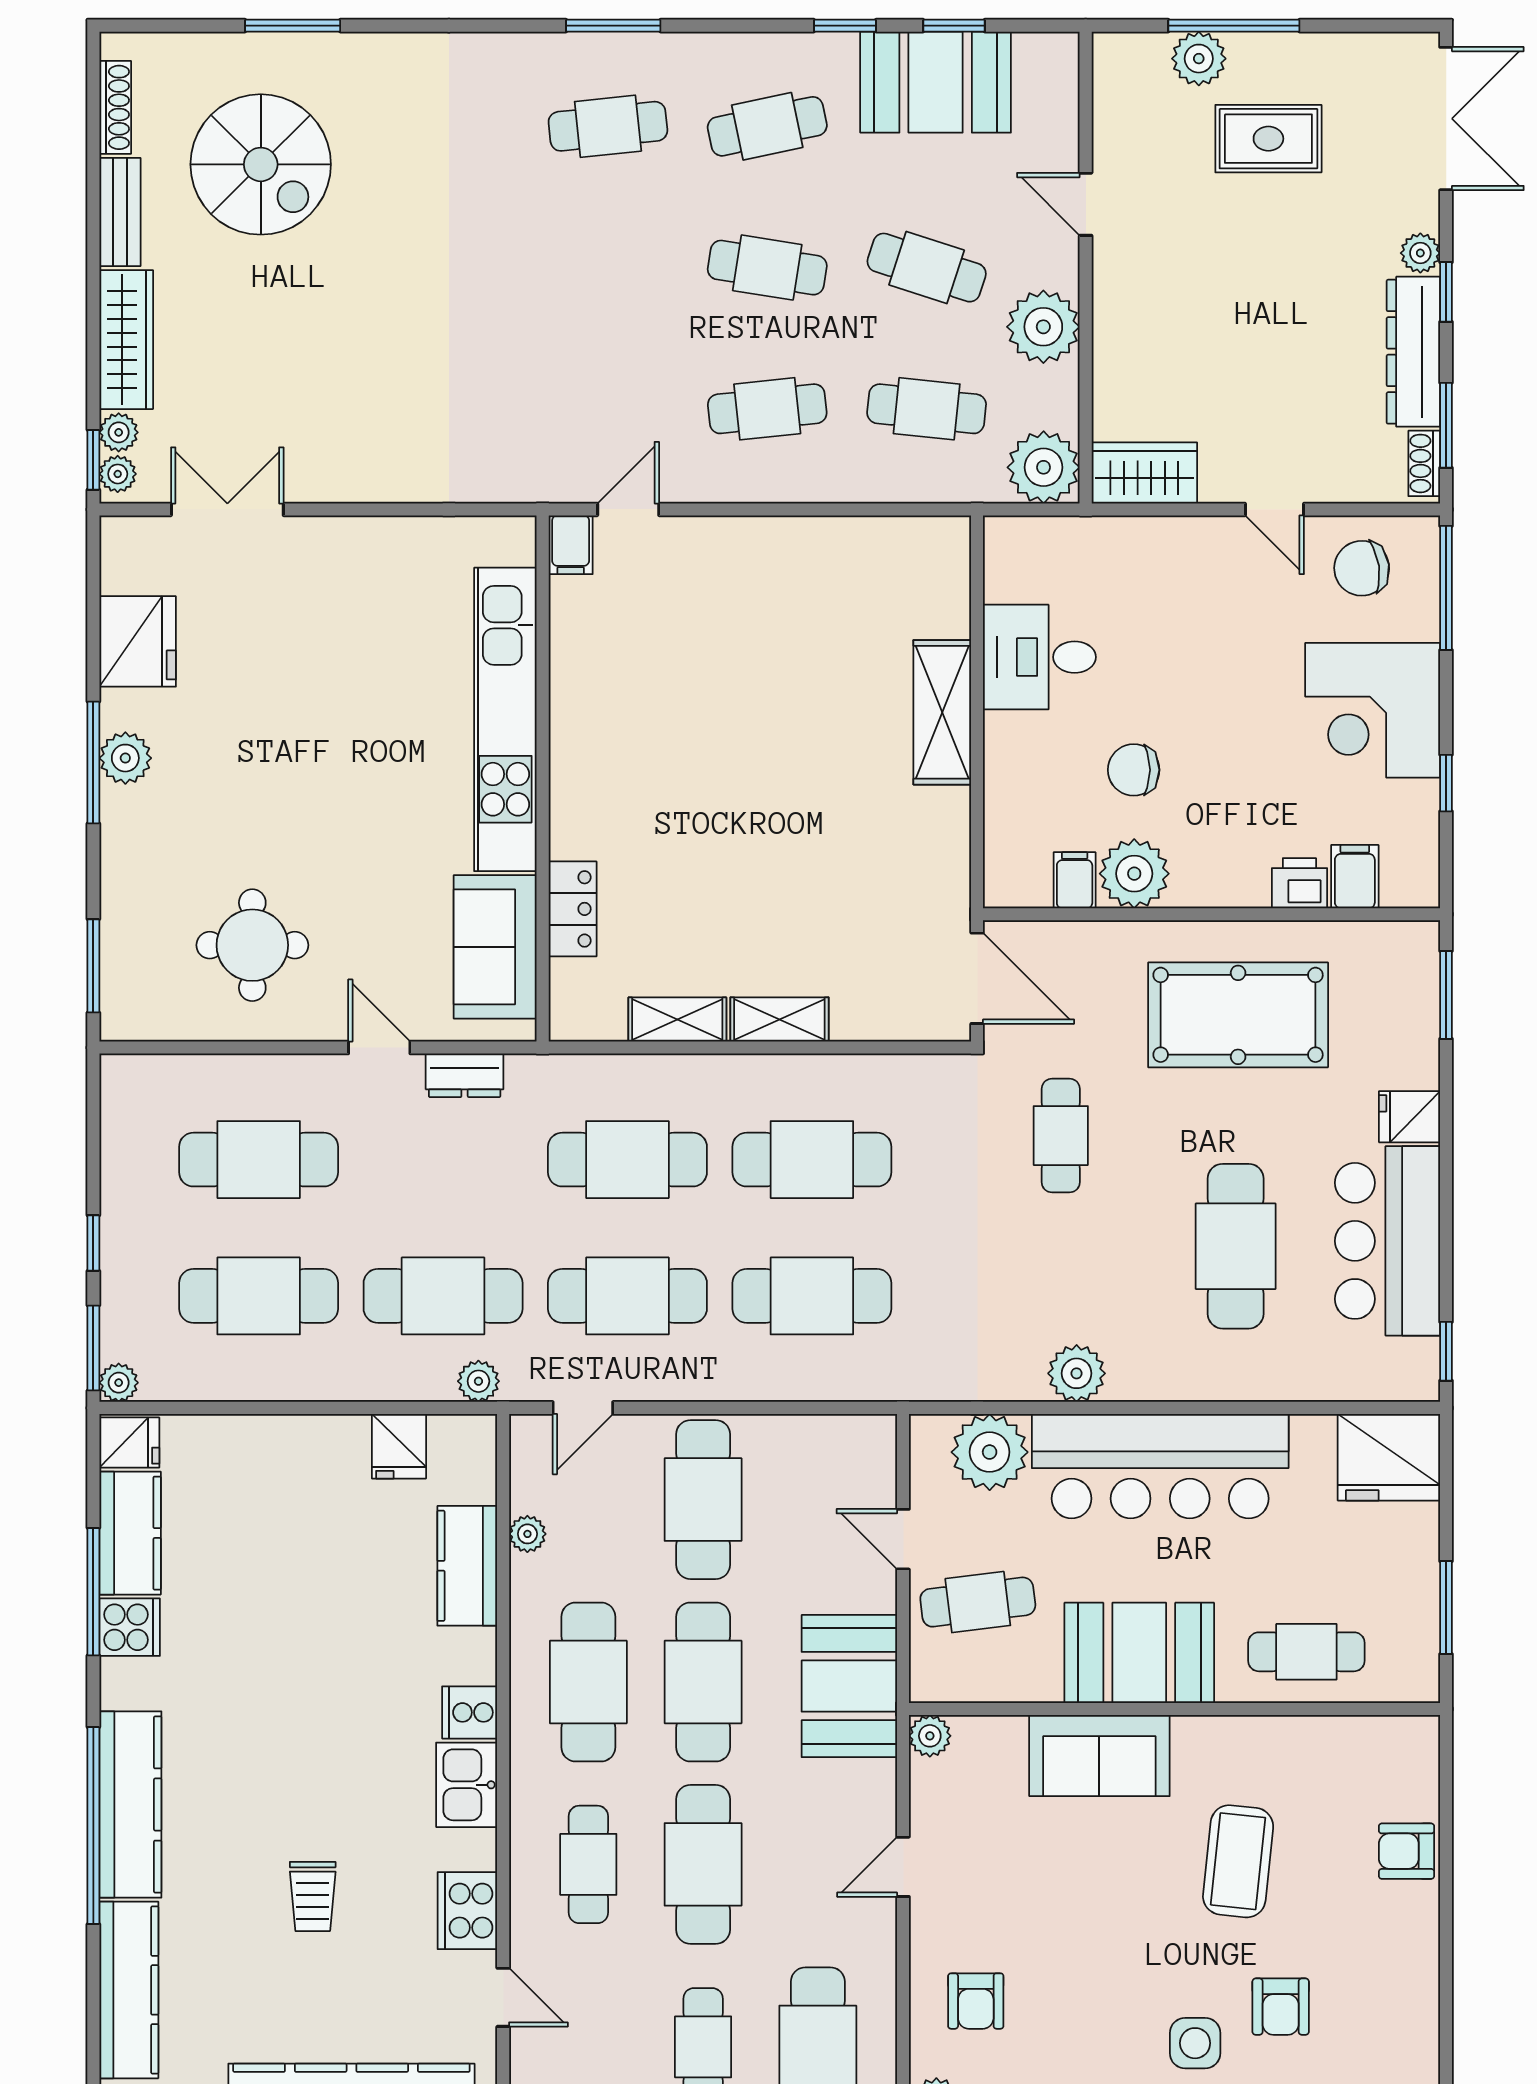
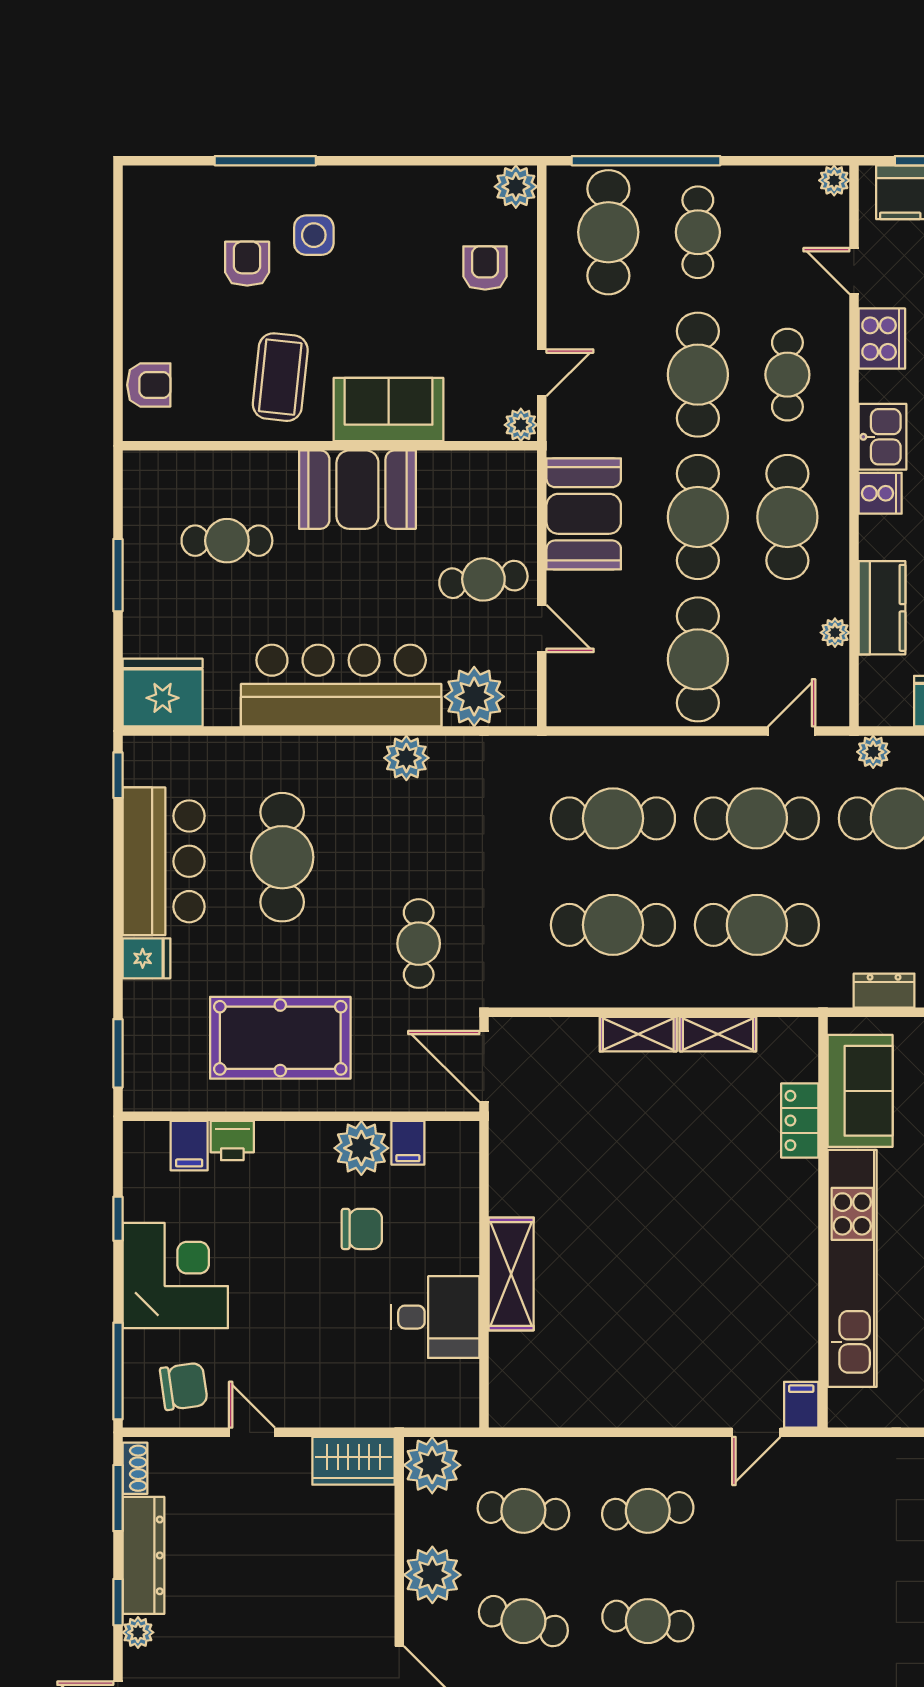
booth: (1139, 1653) -> (357, 490), moved
wall: (1175, 1709) -> (330, 446), moved
plant: (930, 1736) -> (521, 425), moved
sofa: (1099, 1756) -> (389, 410), moved

